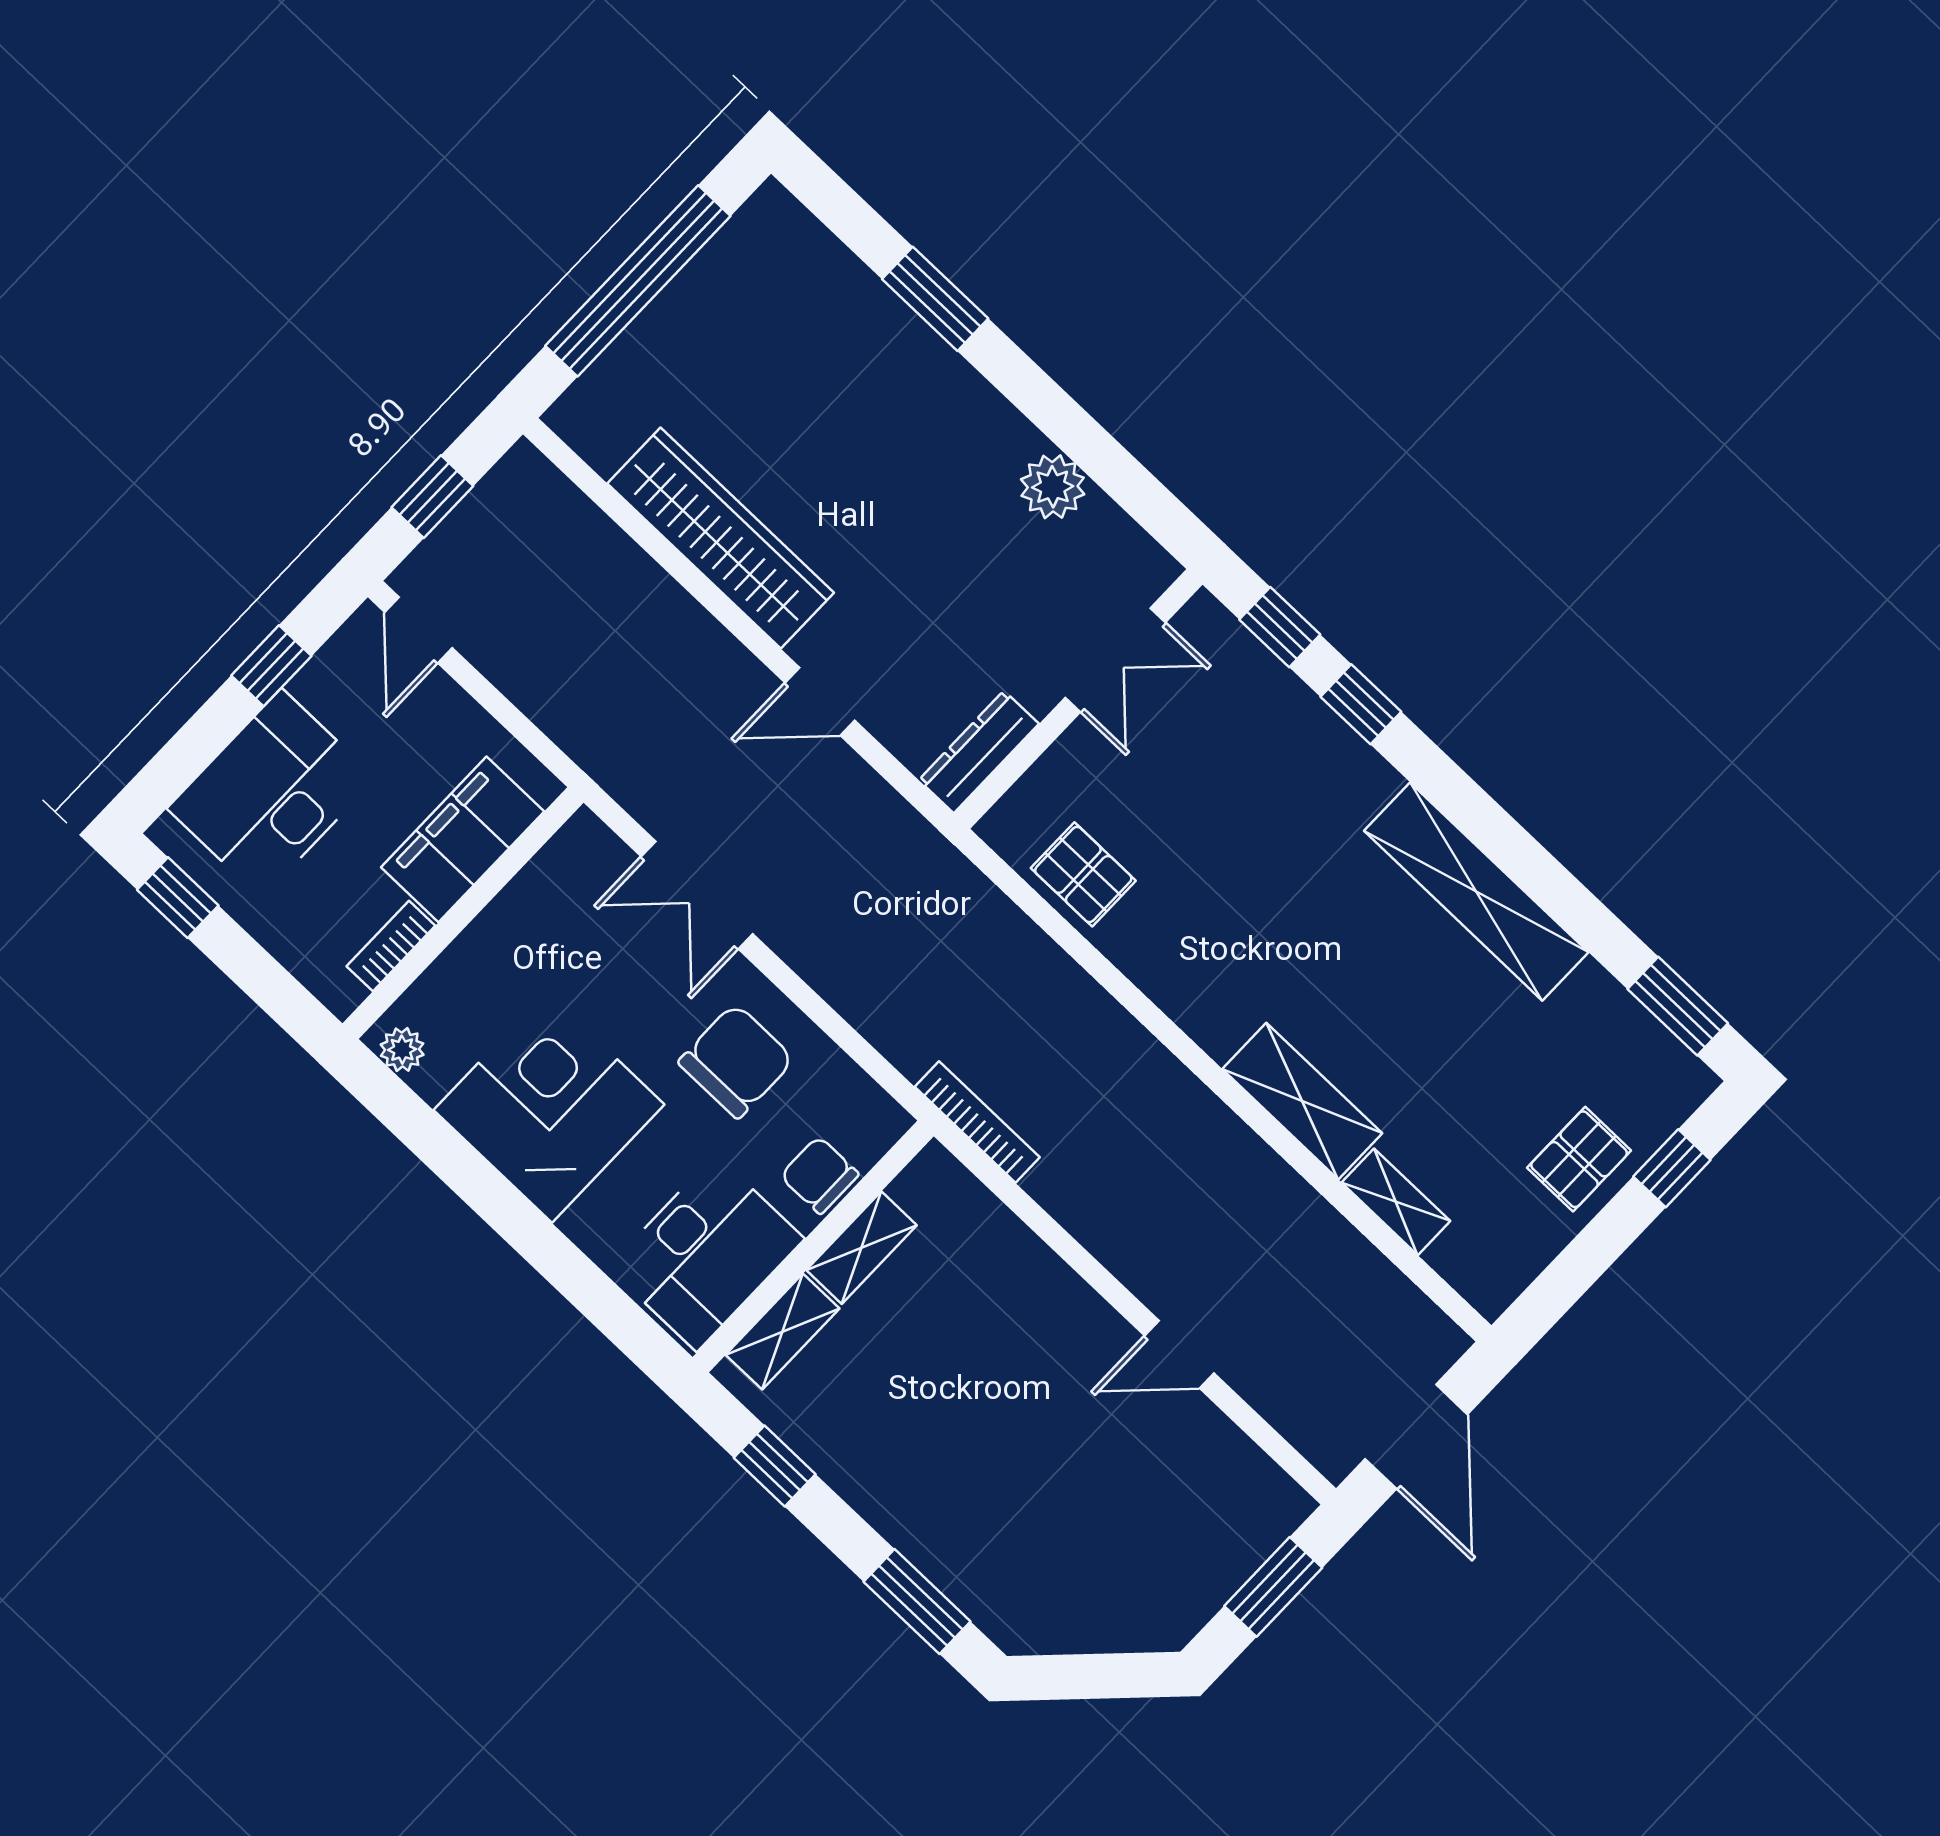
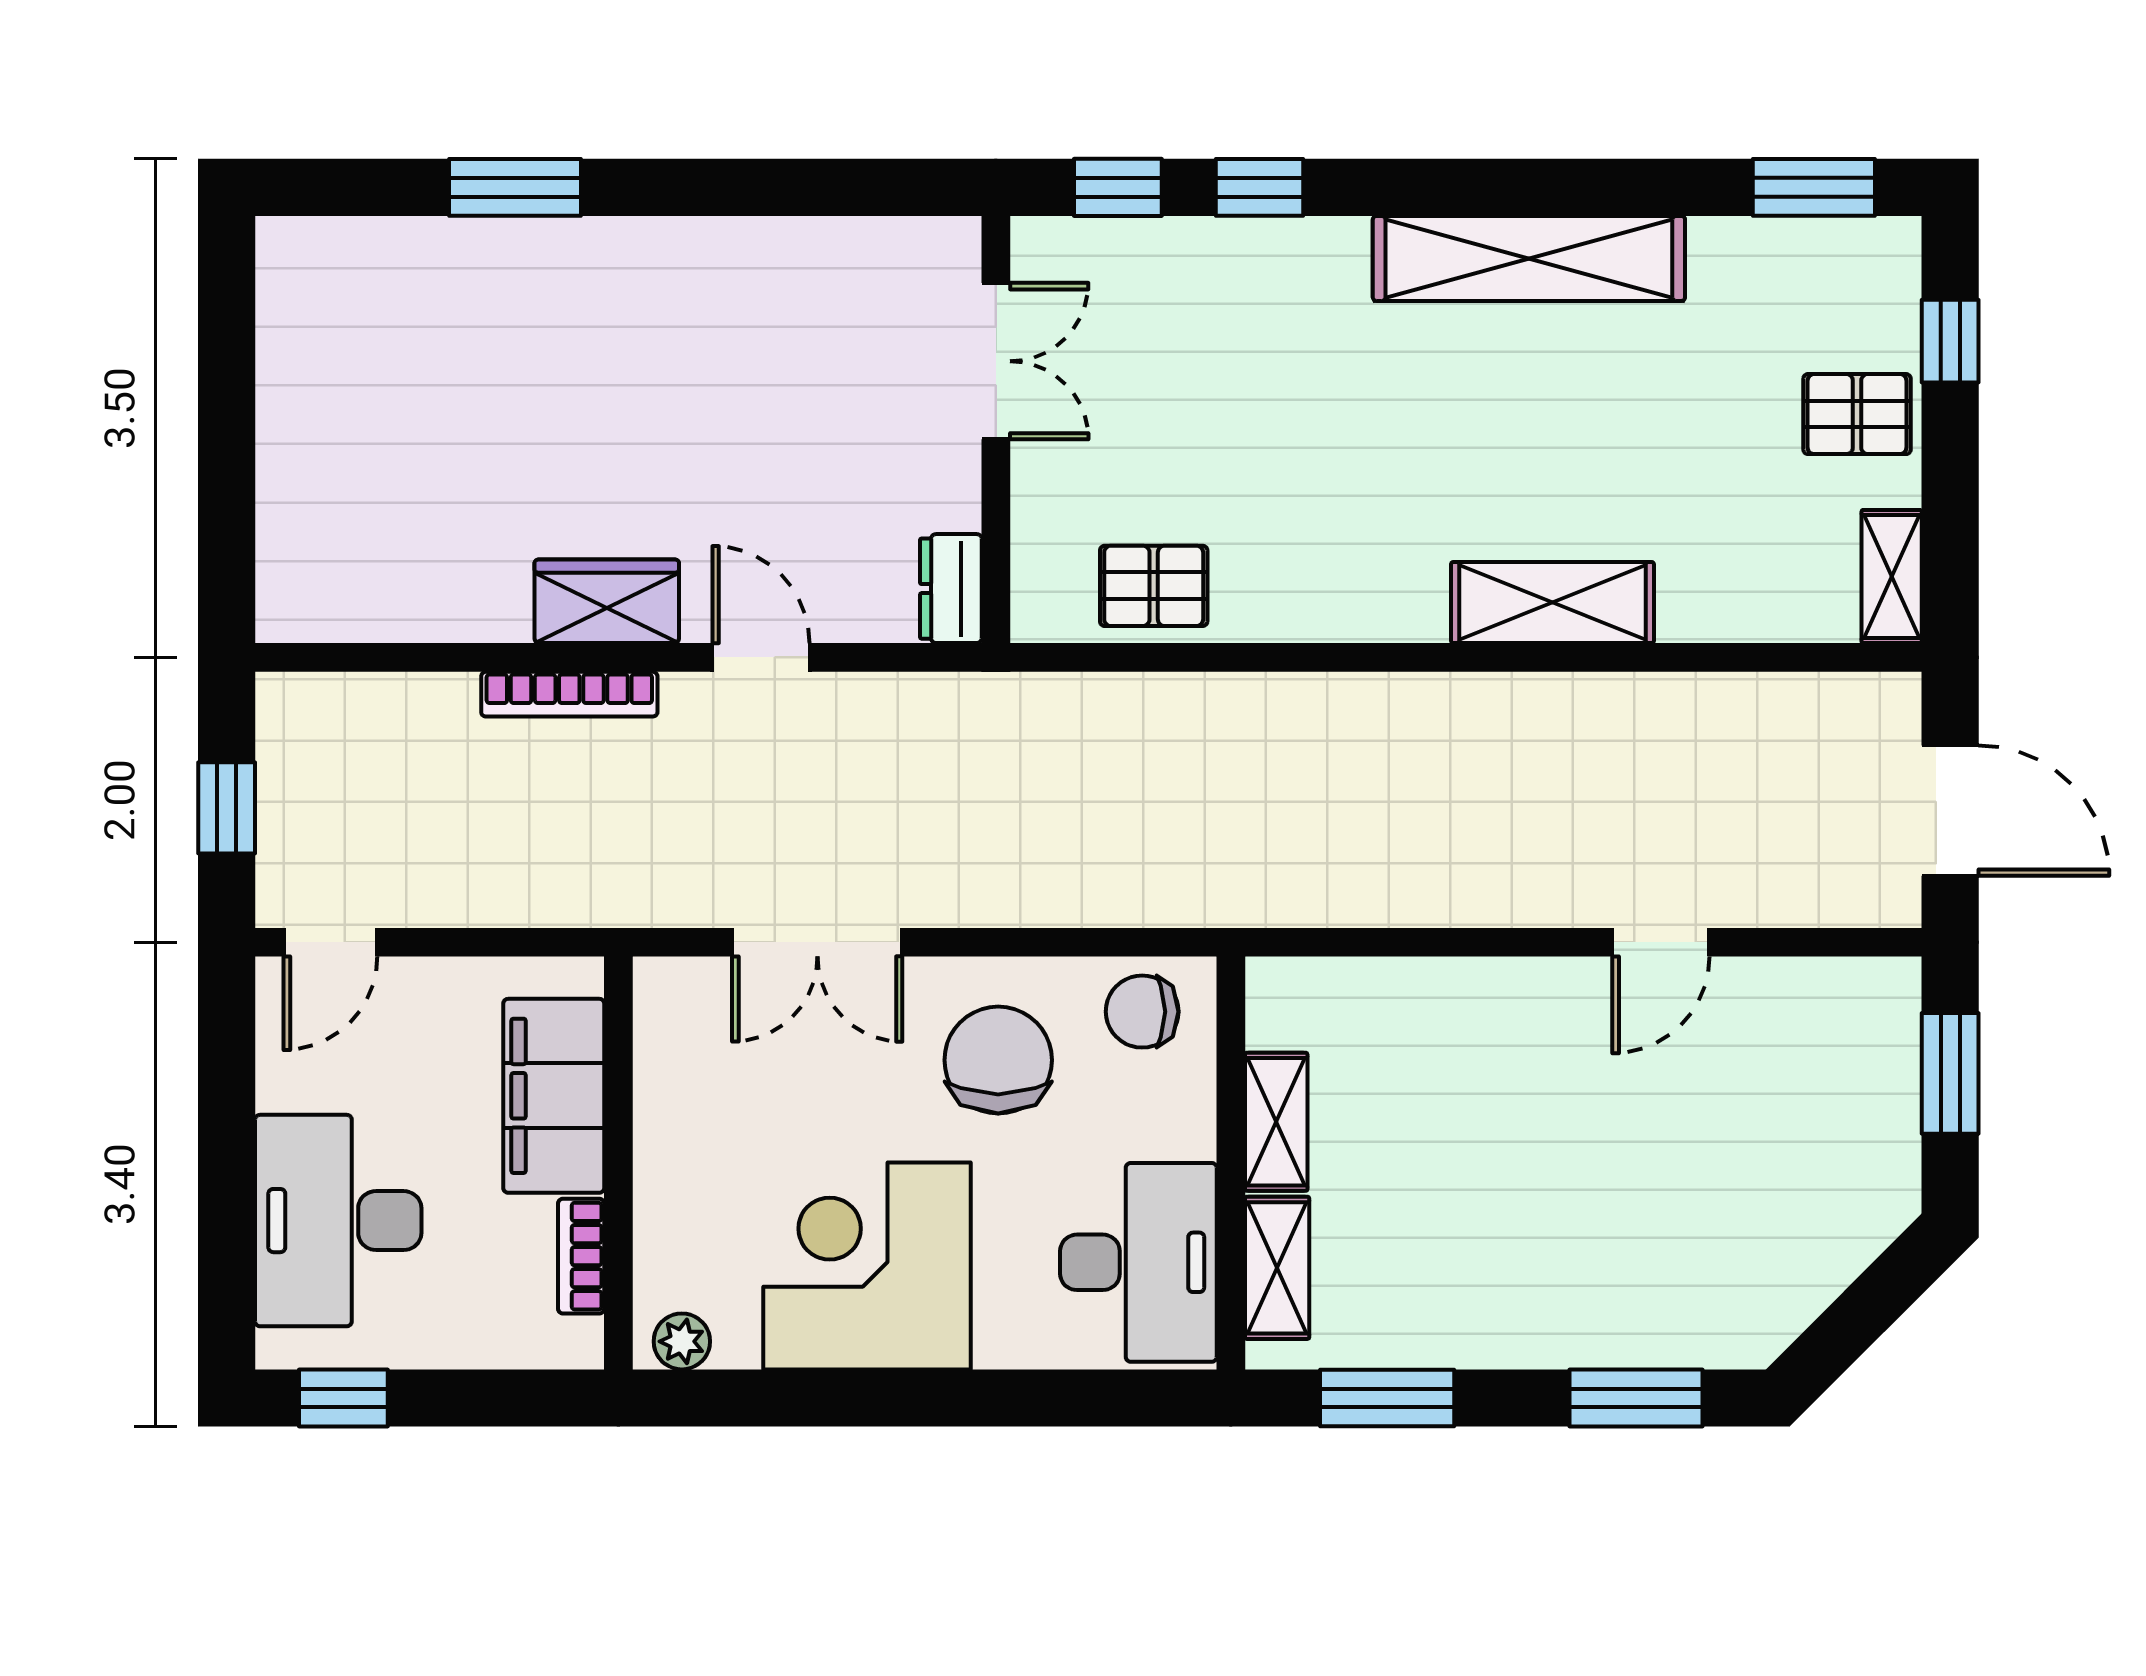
window: (638, 281) -> (227, 431), removed
plant: (1053, 487) -> (787, 257), removed
wardrobe: (721, 538) -> (607, 601), width x0.48, depth x0.85
door: (418, 630) -> (330, 942), hinge flipped
window: (271, 666) -> (227, 1104), removed
door: (820, 701) -> (761, 657), swing flipped
dresser: (979, 752) -> (951, 589), width x0.70
bookcase: (977, 1122) -> (569, 694), moved, turned 180
pallet: (1579, 1159) -> (1857, 414), turned 90
chair: (819, 1175) -> (1142, 1012), moved
shelving: (1396, 1202) -> (1892, 577), moved, turned 90
window: (775, 1466) -> (1387, 1398), width x1.50

